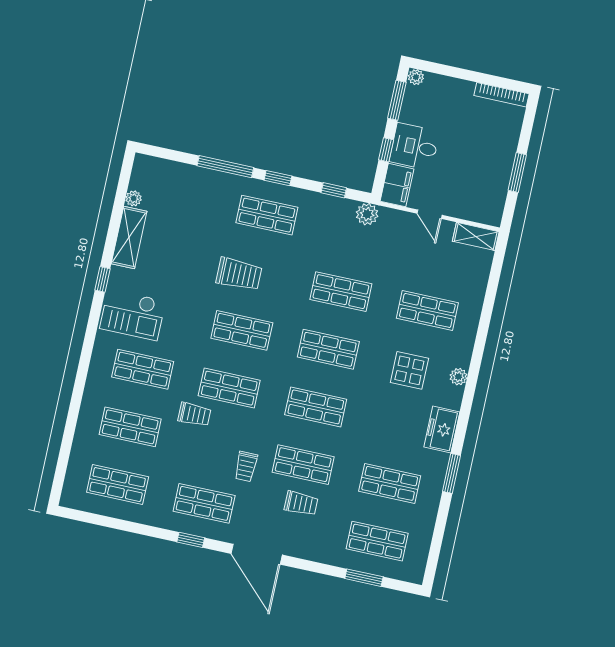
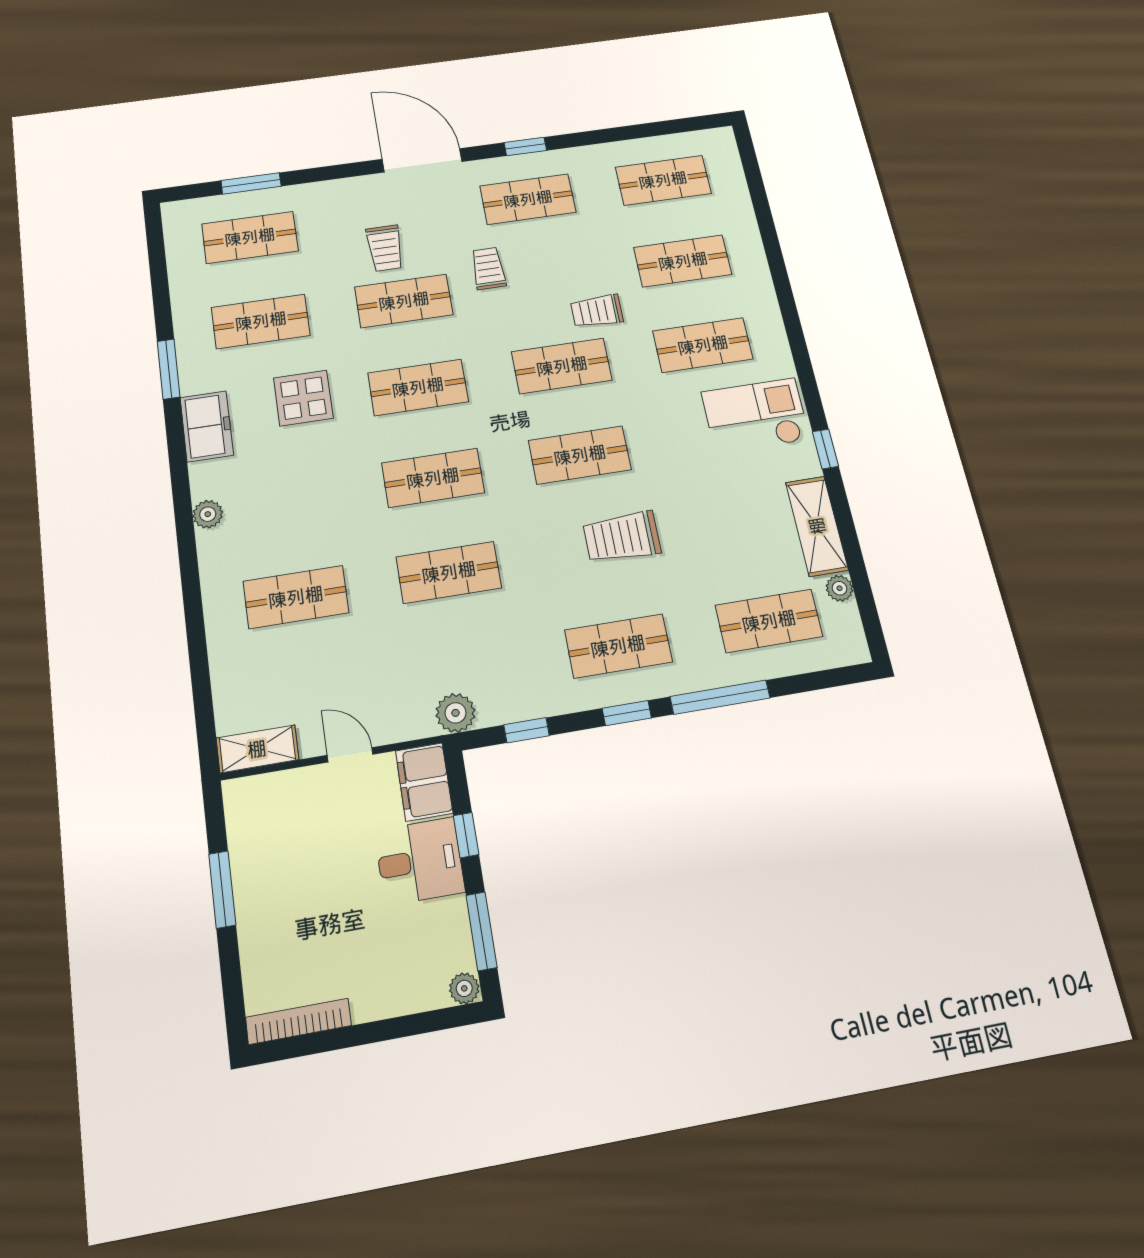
shop shelf: (180, 196) -> (769, 621), added
display table: (409, 370) -> (303, 398), moved
trolley: (301, 503) -> (385, 248), turned -90

